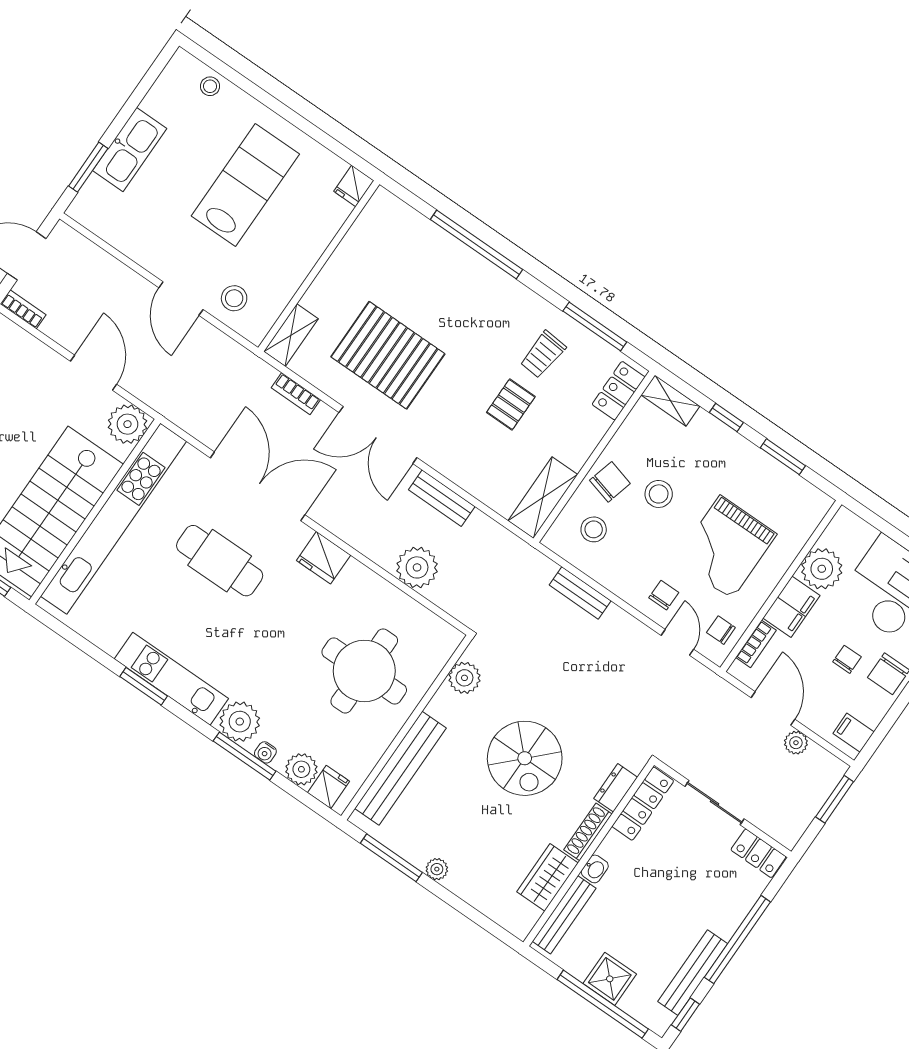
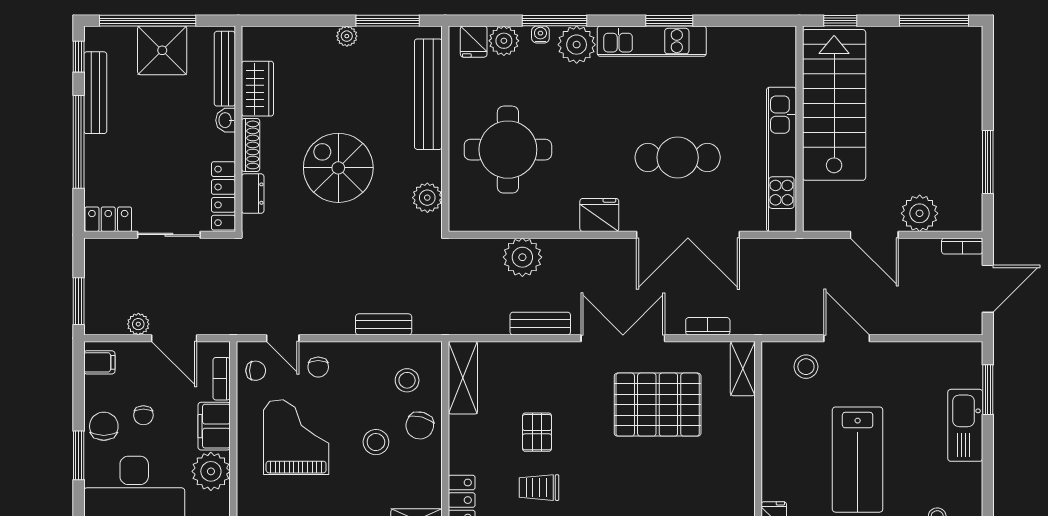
trolley: (543, 354) -> (539, 488), turned -95
plant: (127, 424) -> (920, 213), moved
kitchen unit: (113, 519) -> (781, 159), width x0.73
shower: (610, 979) -> (162, 50), width x1.36, depth x1.36

